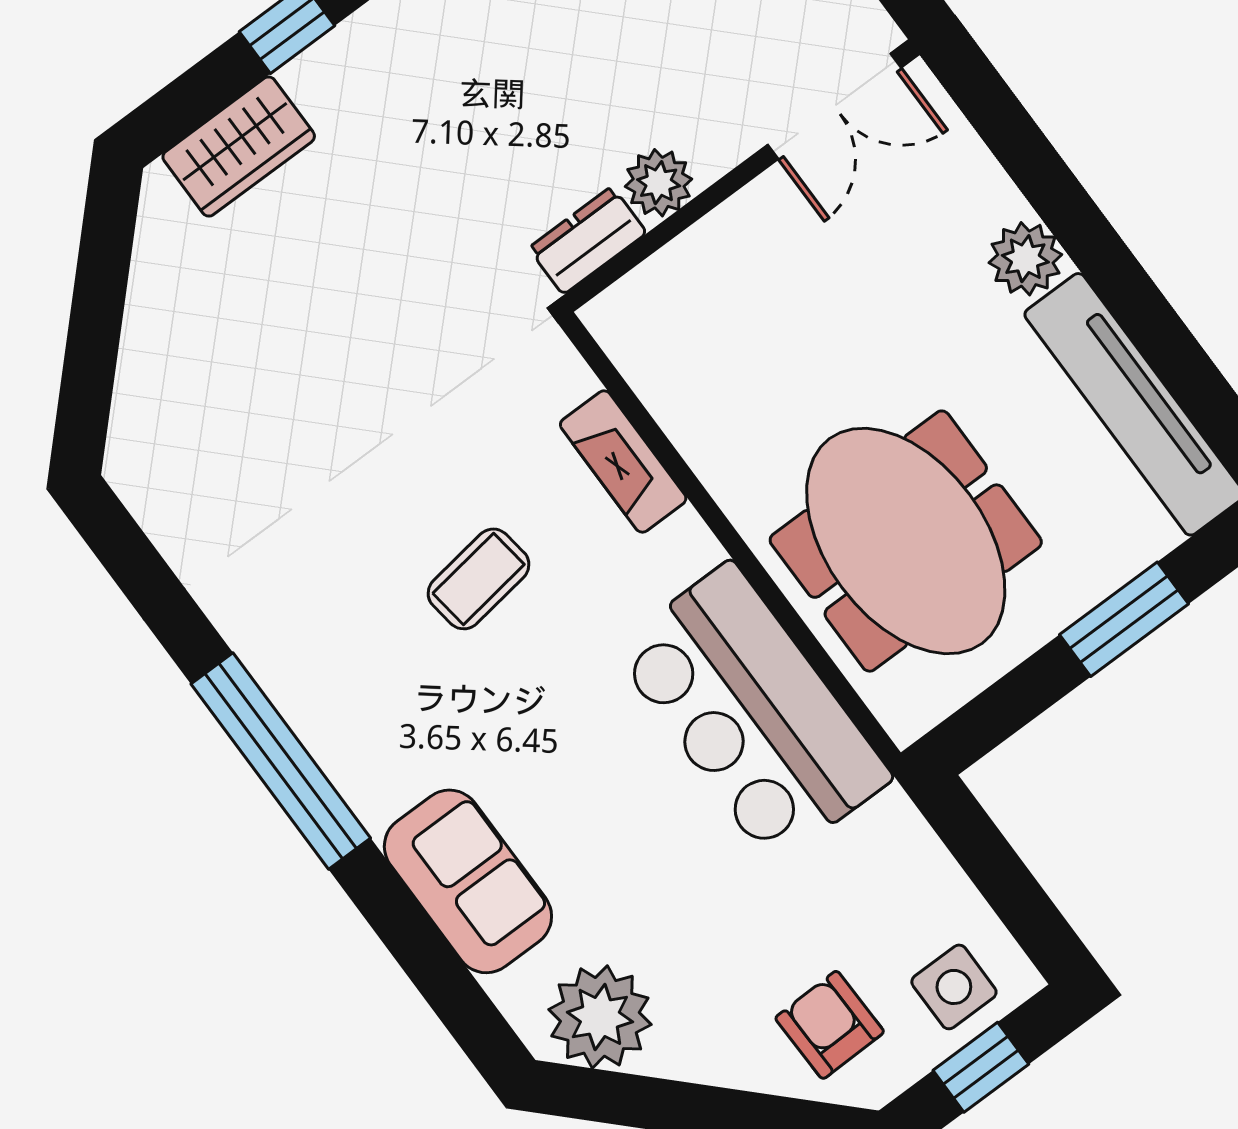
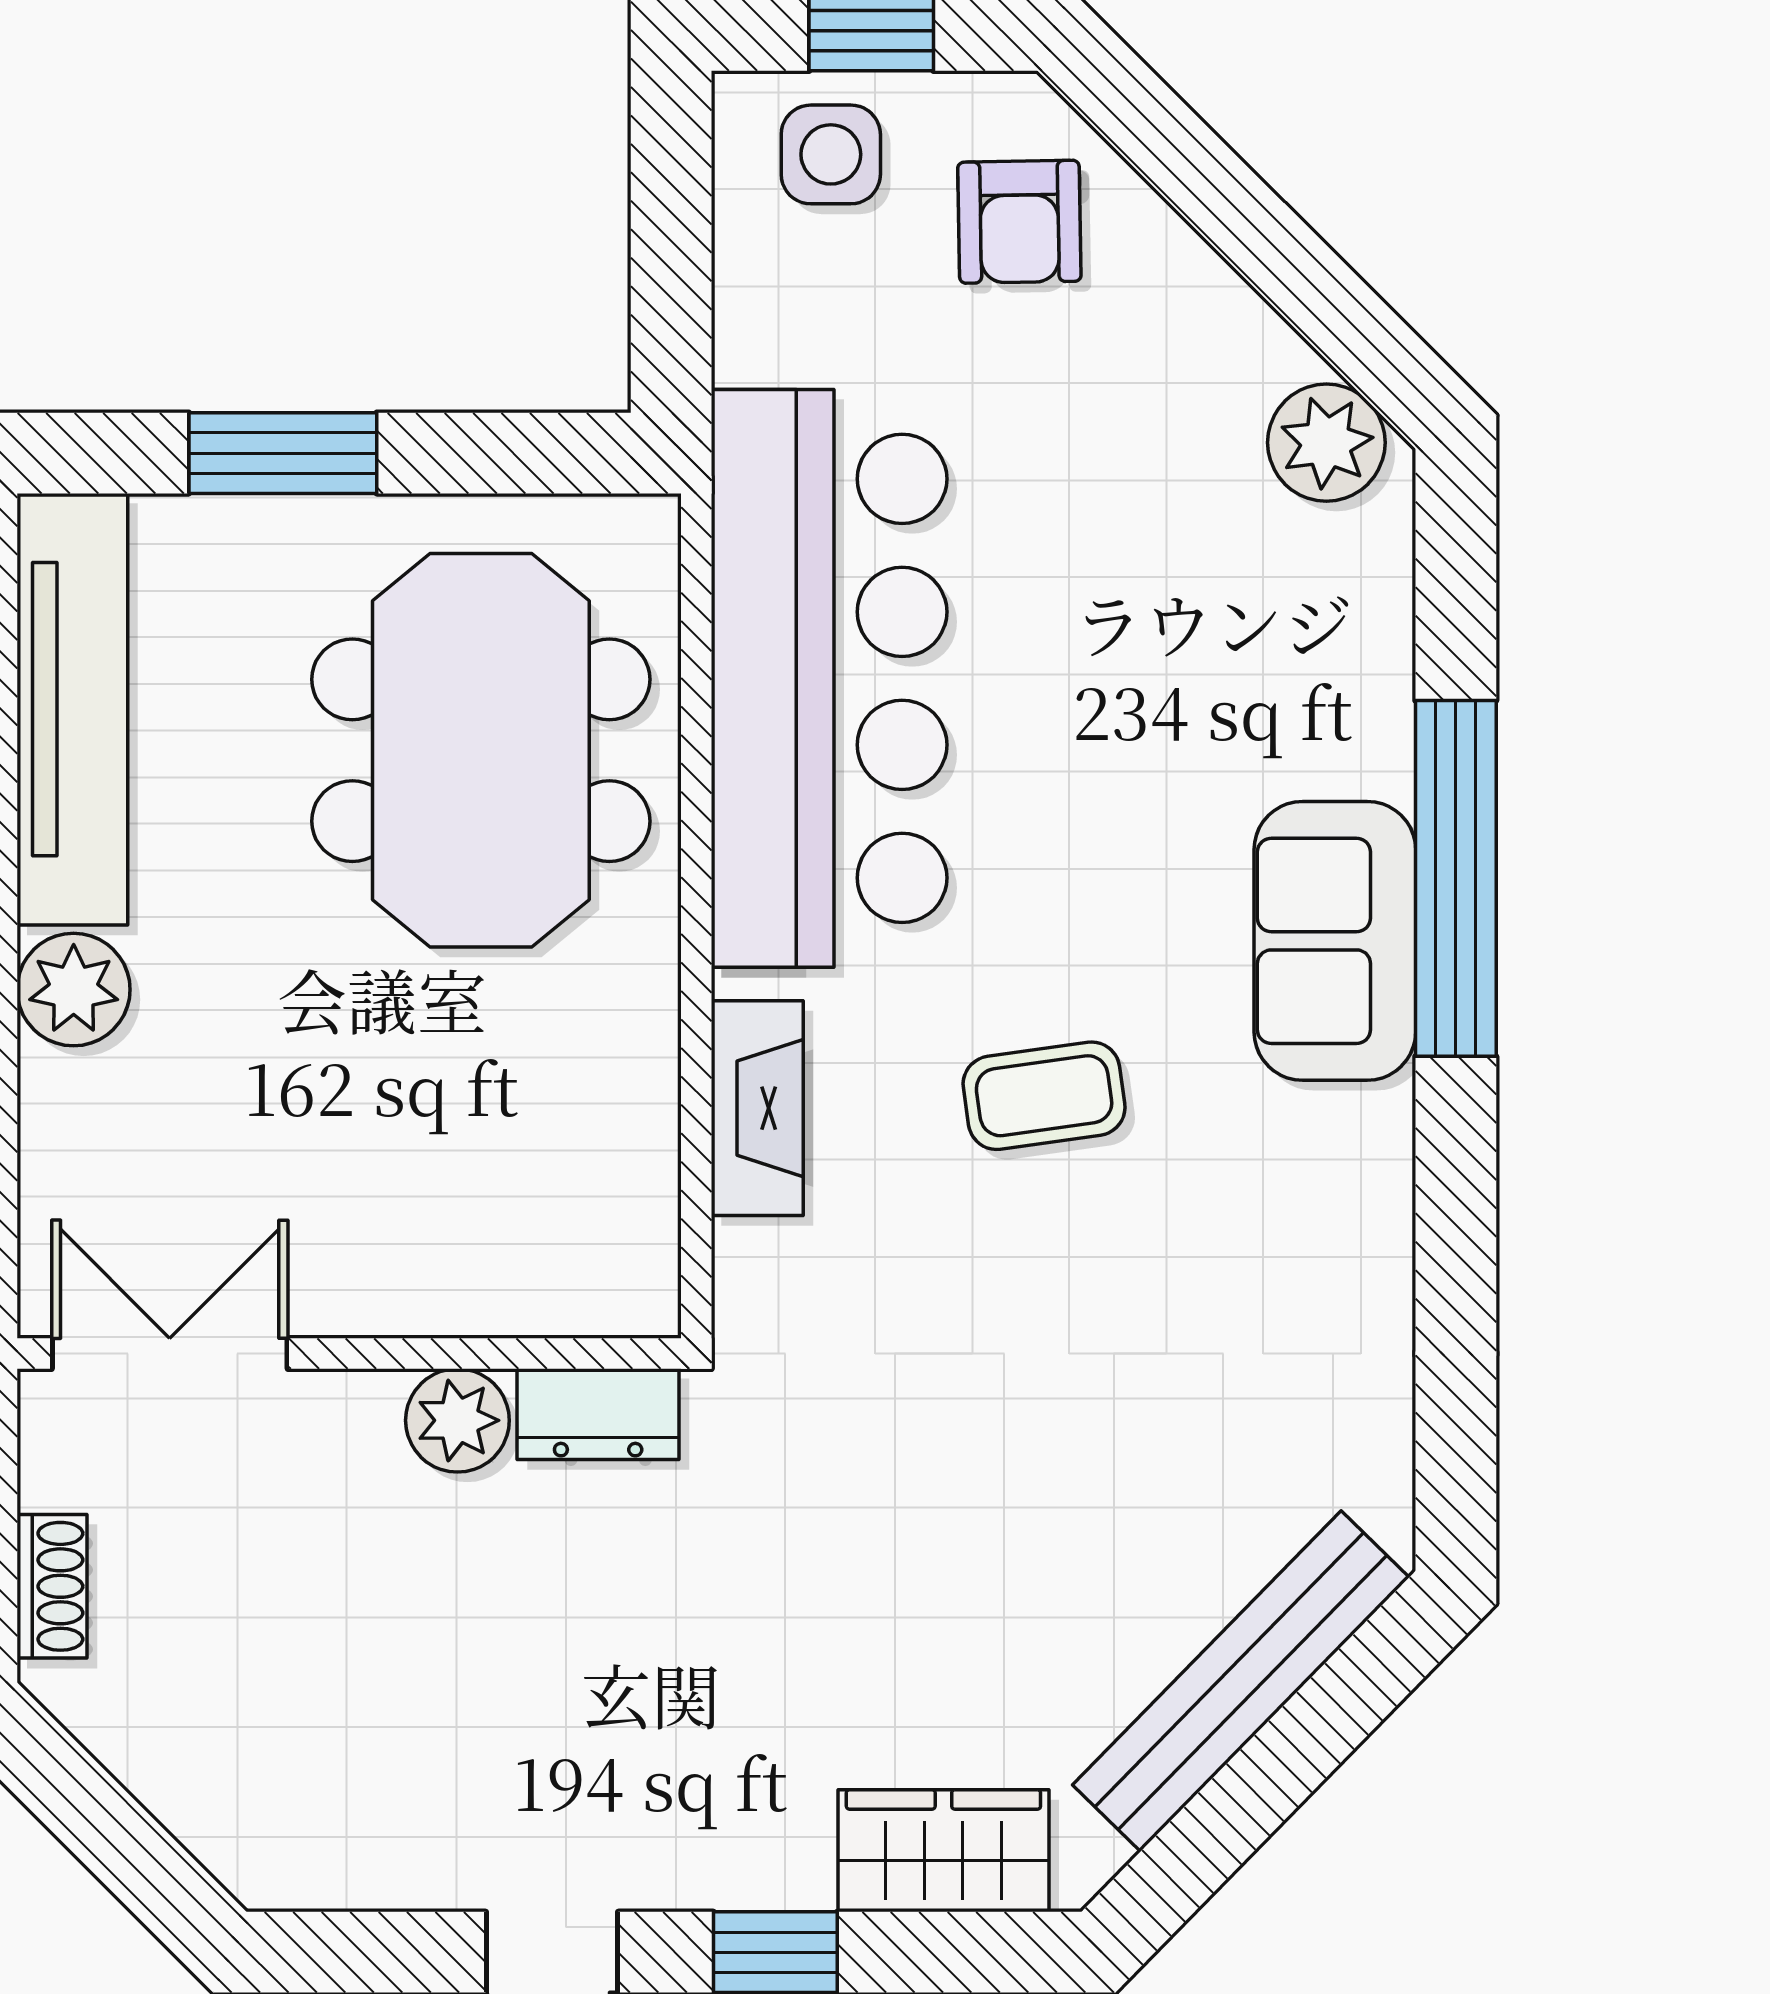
bench: (149, 350) -> (1241, 1681), added
bar counter: (752, 713) -> (829, 678), width x1.36
window: (281, 761) -> (1456, 878), moved
sofa: (468, 881) -> (1335, 941), moved
plant: (600, 1017) -> (1326, 443), width x0.73, depth x0.73

